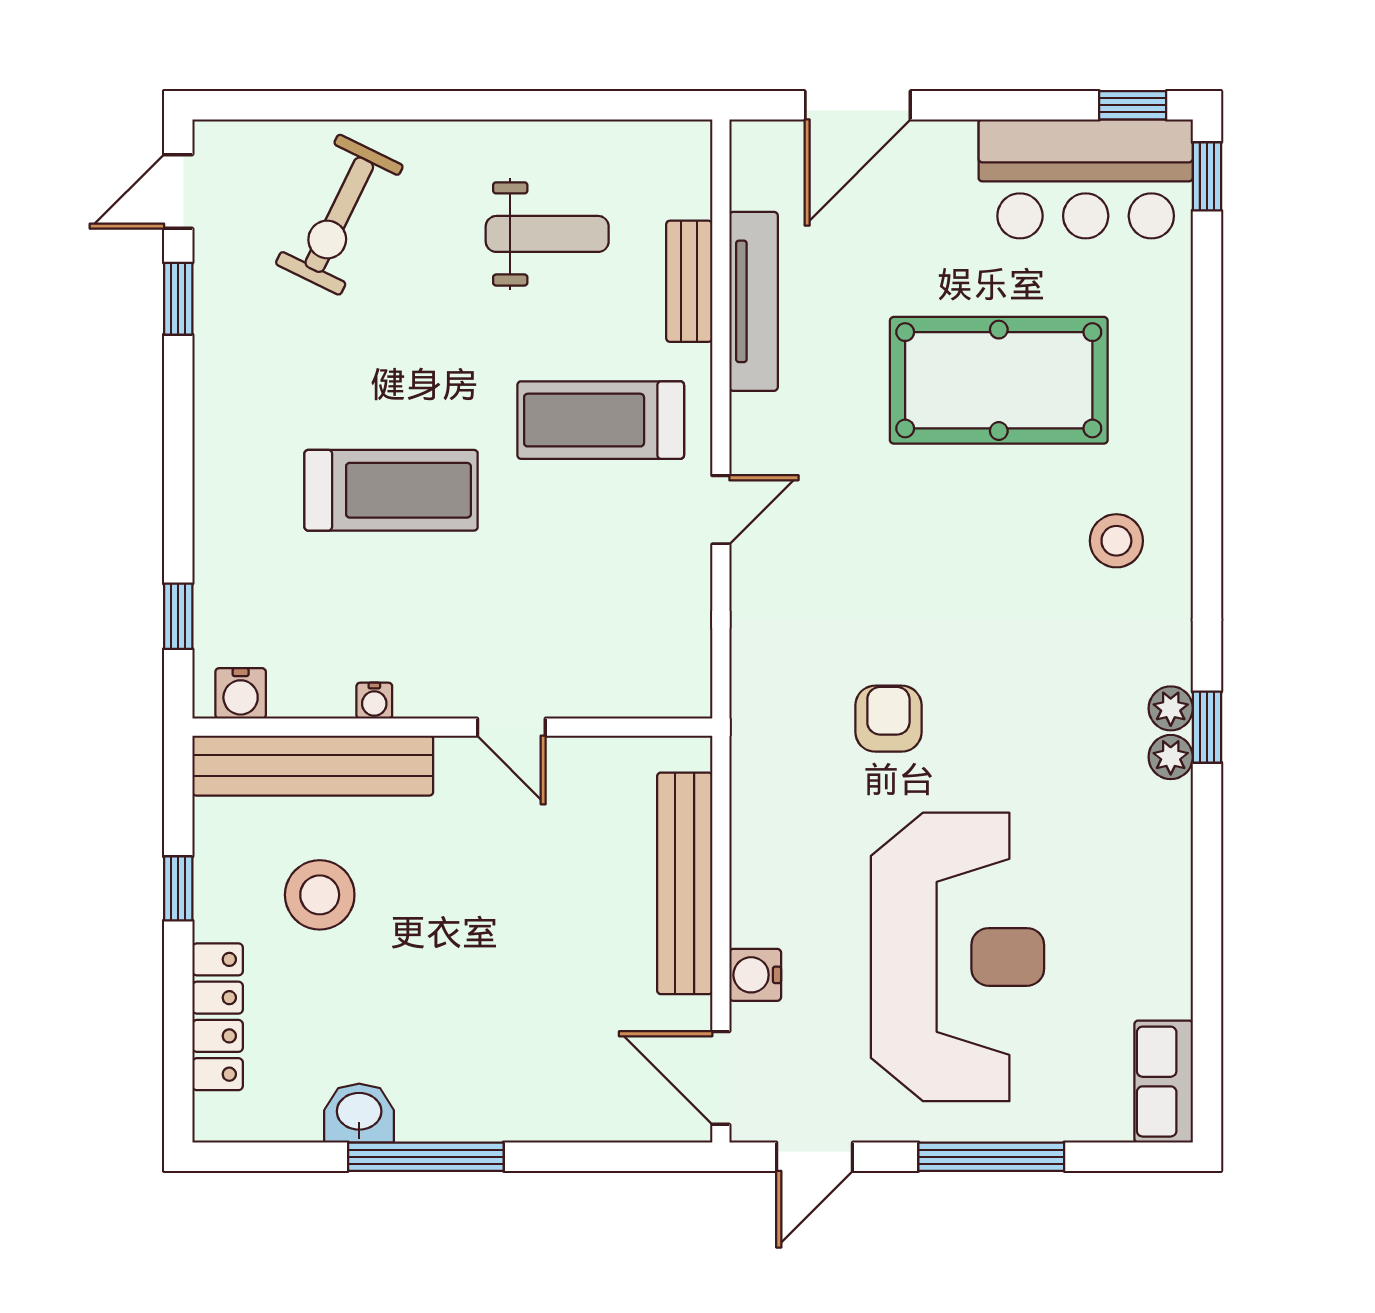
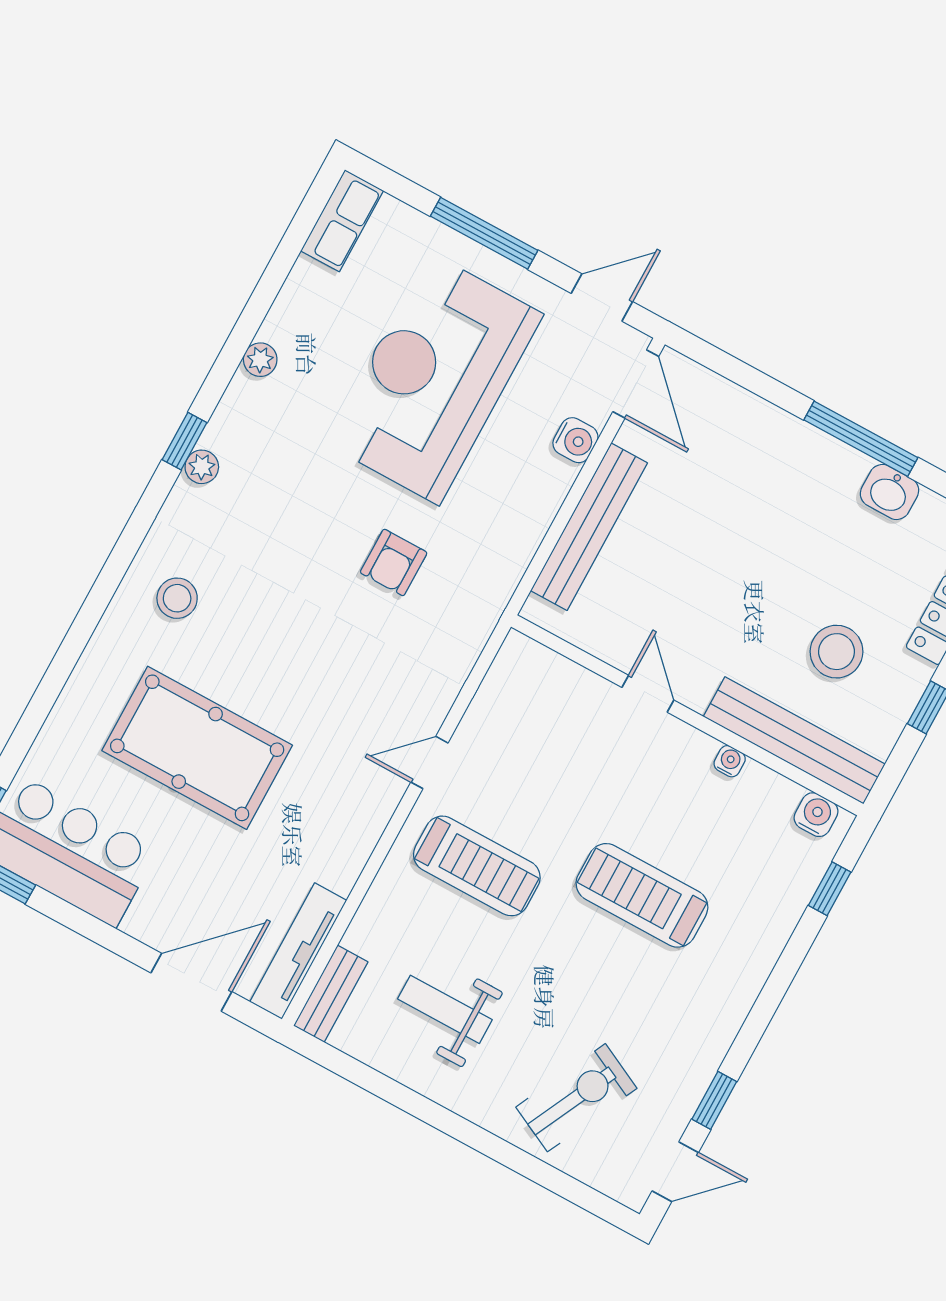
bench: (689, 281) -> (331, 994), moved
tv unit: (754, 301) -> (298, 951), moved
plant: (1171, 757) -> (260, 360), moved

